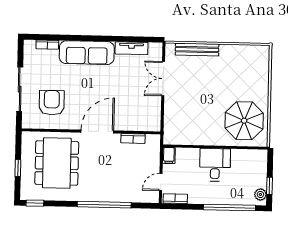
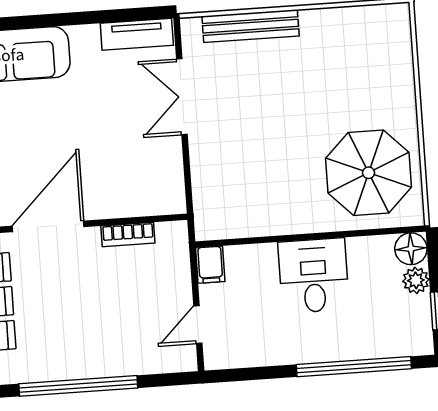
tv unit: (132, 48) -> (137, 34), moved
floor lamp: (260, 157) -> (411, 249), added
plant: (260, 195) -> (416, 280), moved
bookcase: (175, 199) -> (233, 358), removed

